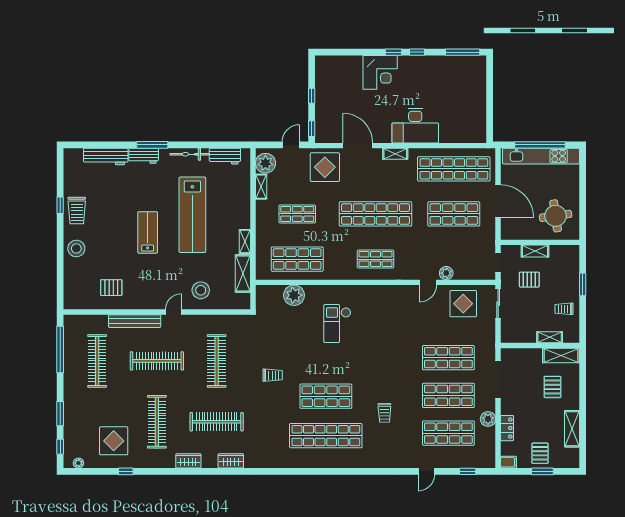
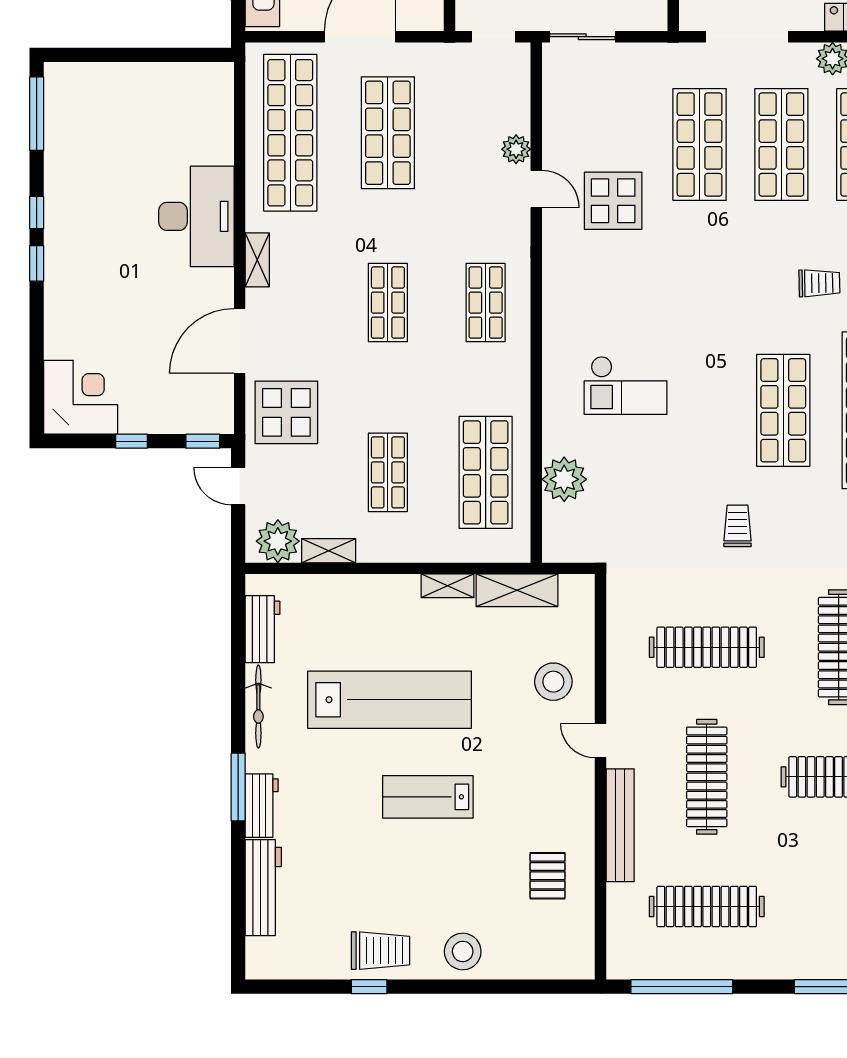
corner desk: (380, 72) -> (81, 397), moved
shop shelf: (376, 214) -> (388, 303), width x0.50, depth x0.74
display table: (463, 304) -> (613, 201), moved

